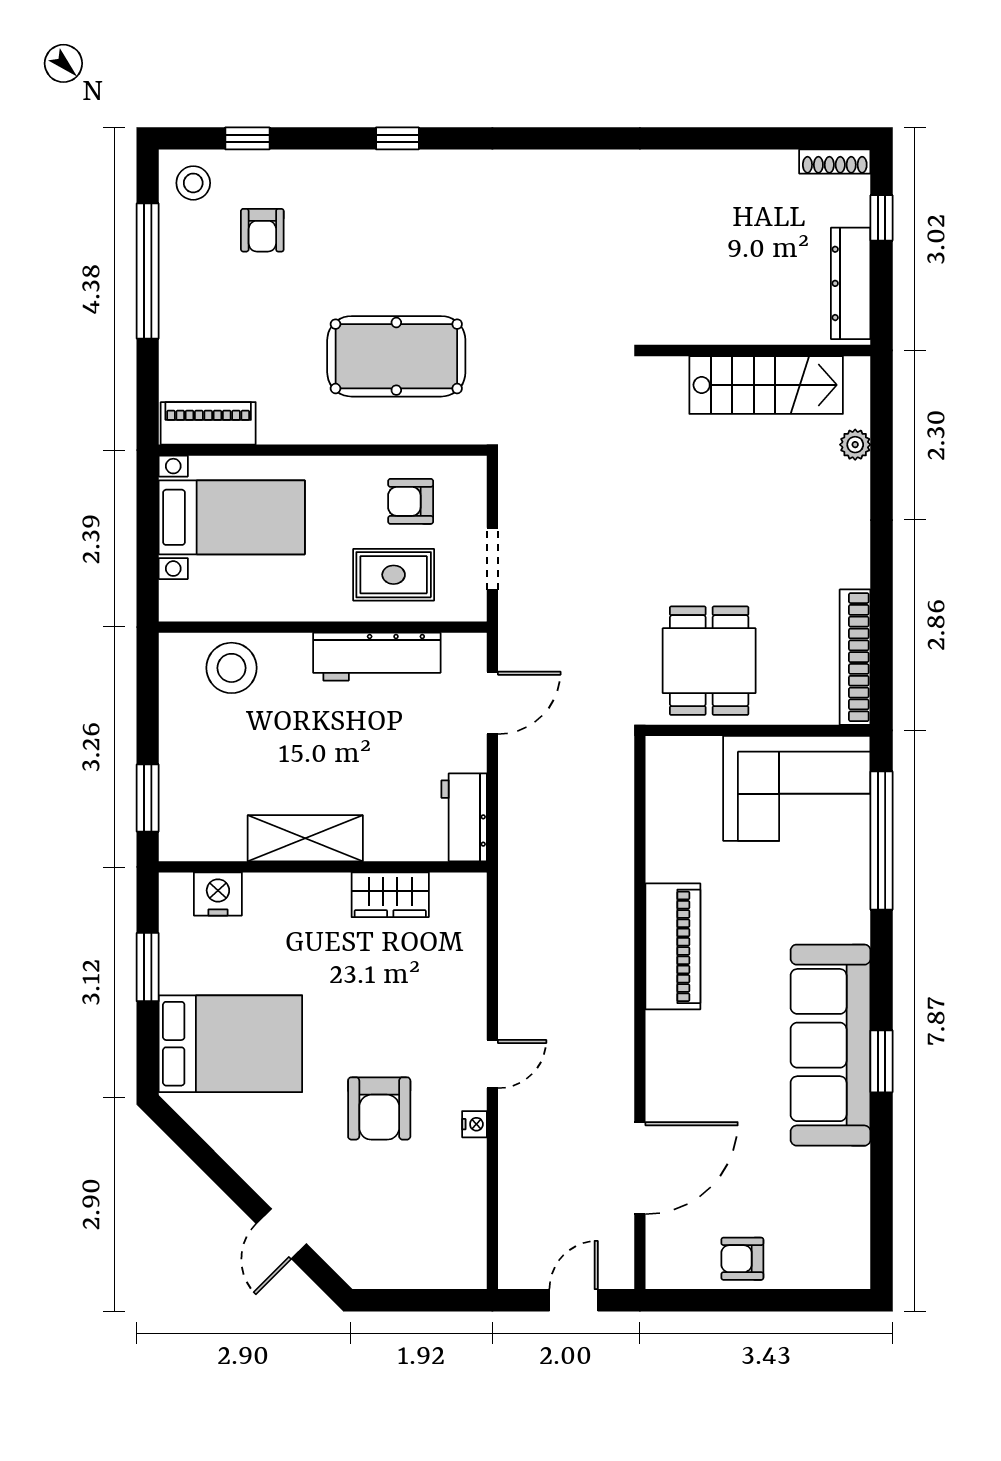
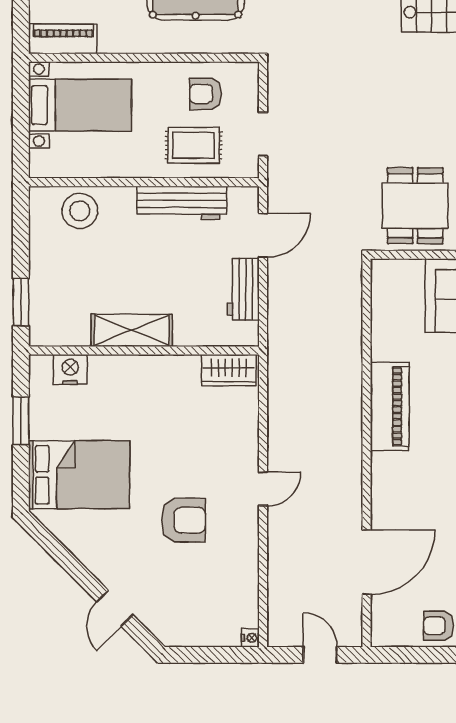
workbench: (464, 817) -> (243, 289), moved
wardrobe: (390, 895) -> (229, 370), moved
armchair: (379, 1108) -> (183, 520), turned -90
nightstand: (474, 1124) -> (250, 638), moved
door: (574, 1300) -> (320, 655), hinge flipped

